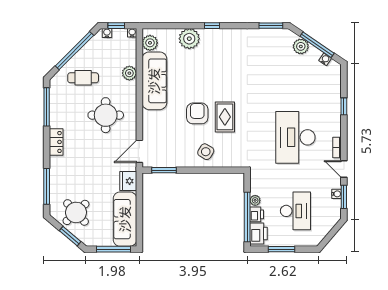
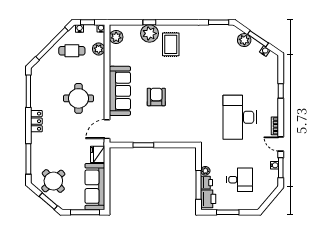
window: (212, 26) -> (149, 22), moved
window: (317, 45) -> (258, 39), width x0.69
plant: (129, 73) -> (99, 49), moved
cafe table: (83, 78) -> (72, 51), moved
sofa: (154, 81) -> (120, 91), moved
rug: (225, 117) -> (171, 44), moved
side table: (206, 152) -> (163, 129), removed
window: (164, 170) -> (143, 145), moved
desk: (295, 211) -> (240, 180), width x0.73
window: (247, 217) -> (199, 185), width x0.68

